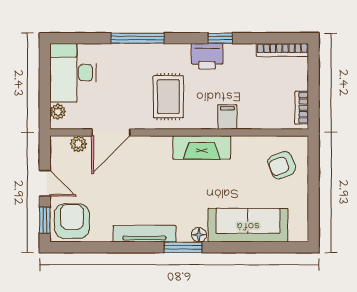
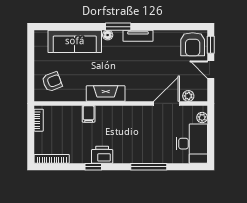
rug: (168, 97) -> (128, 128), removed
tv unit: (144, 234) -> (138, 36), width x0.71

